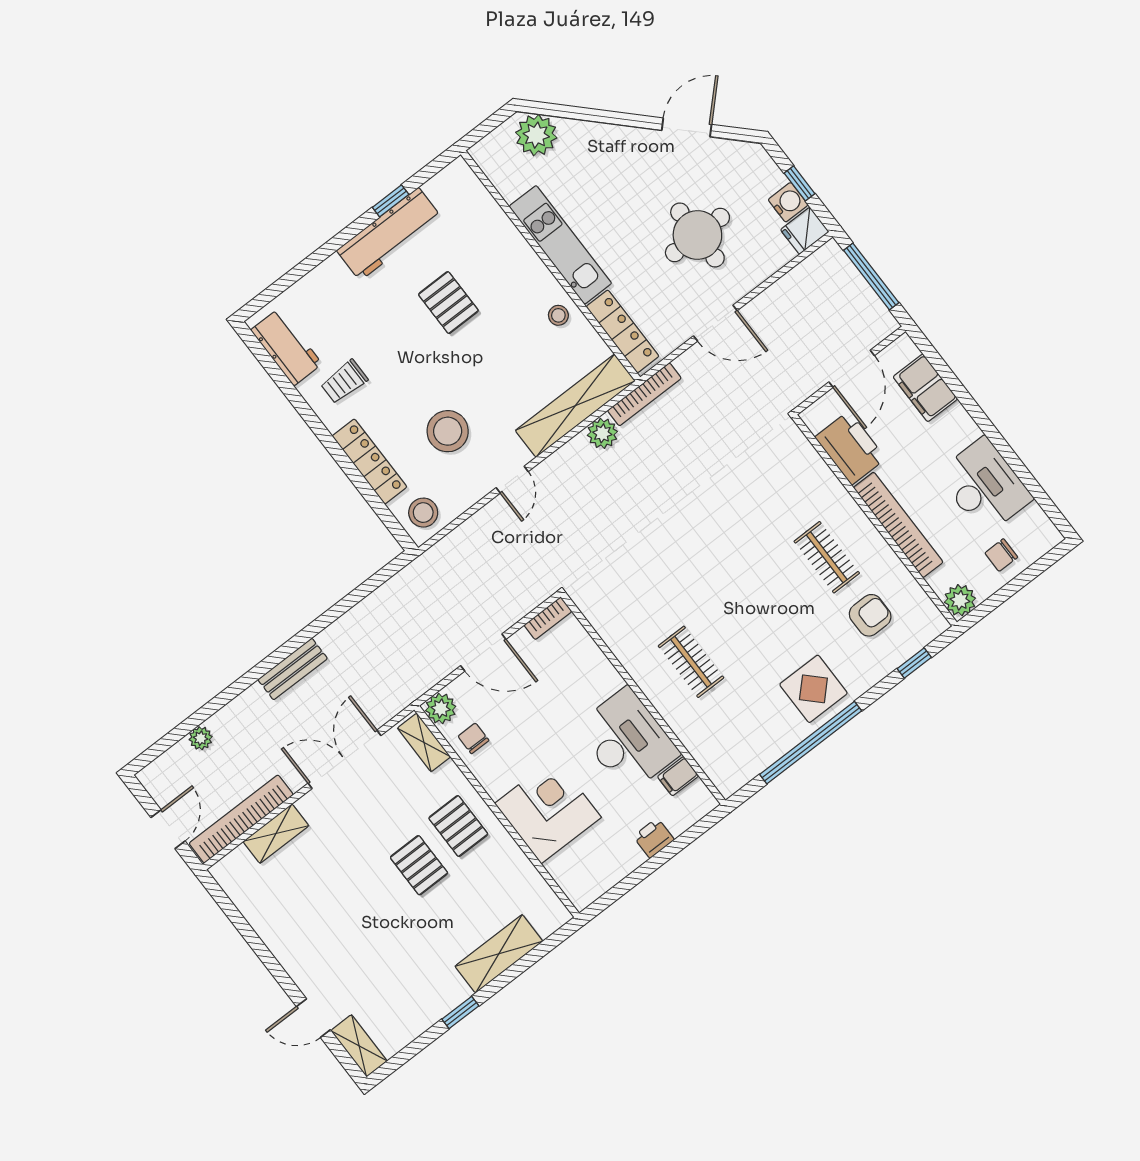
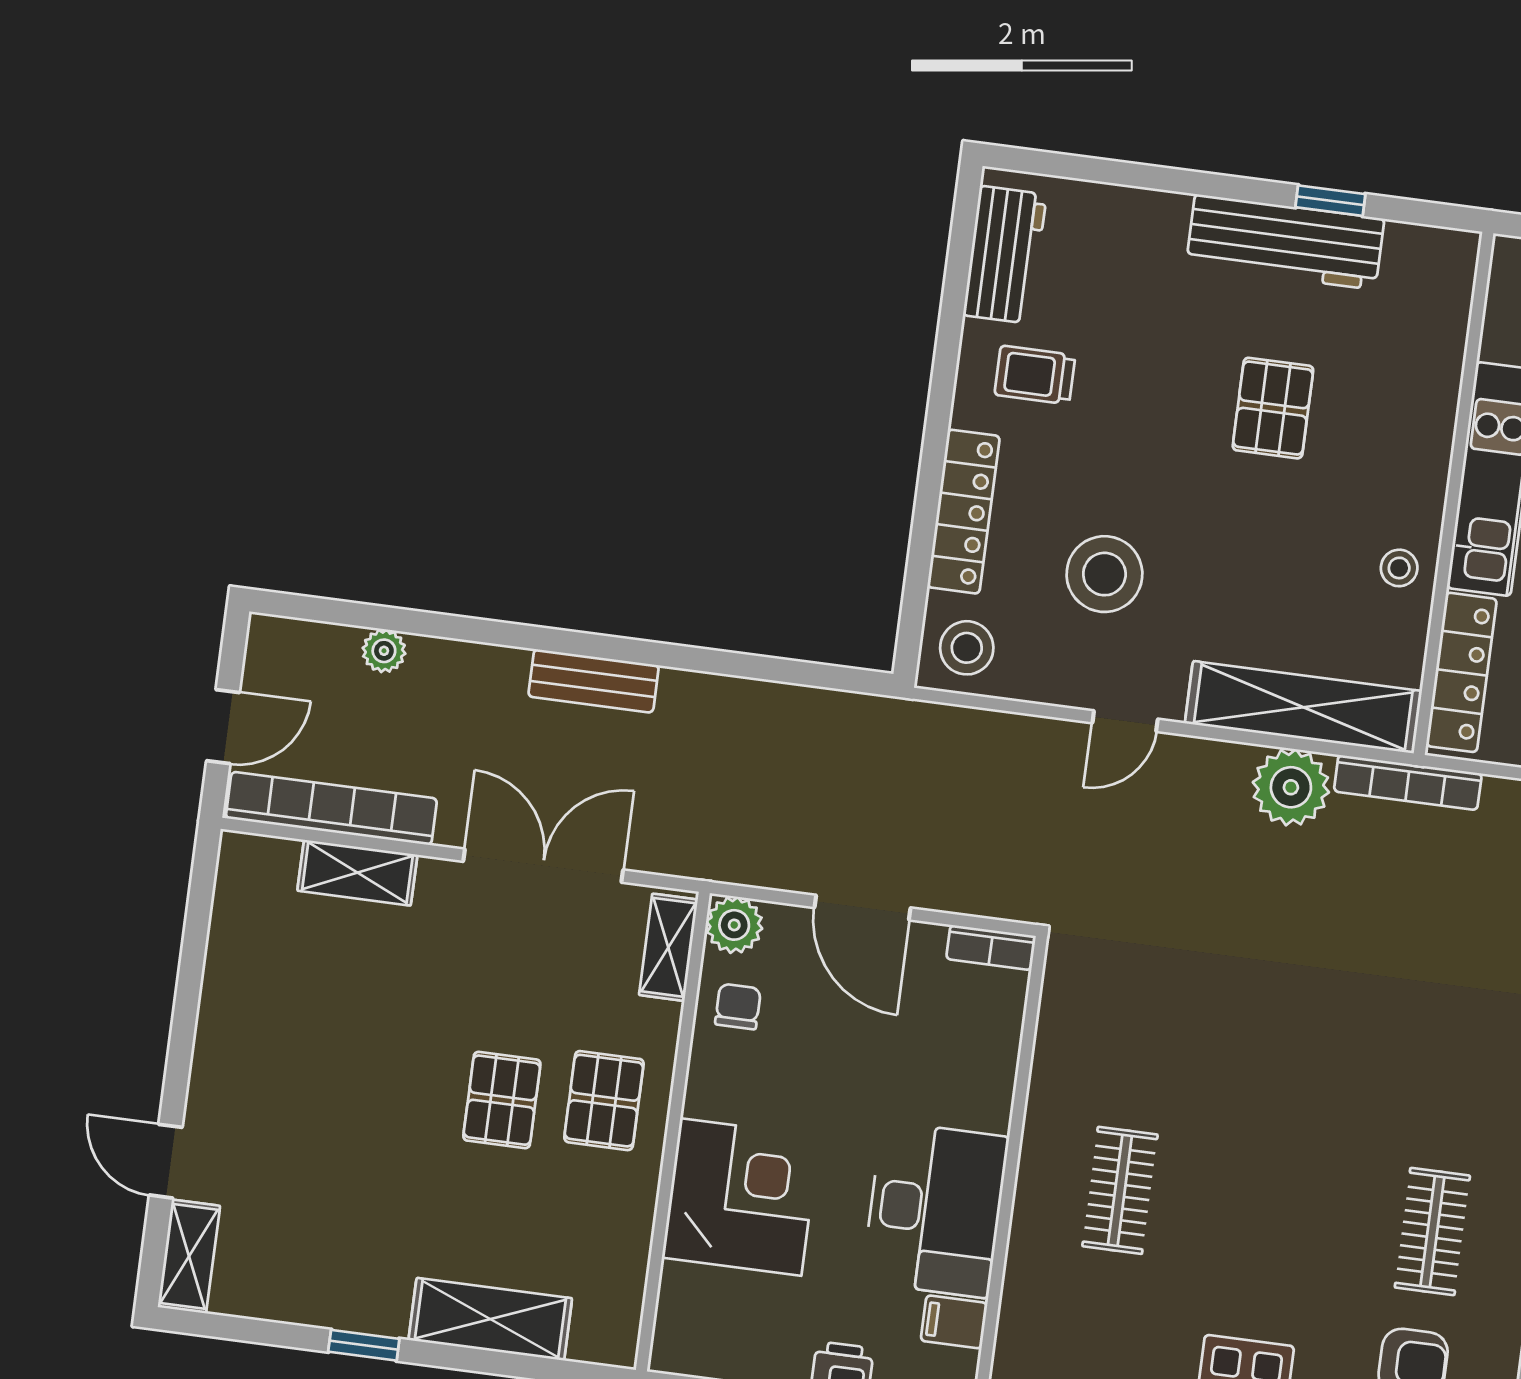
plant: (602, 433) -> (1291, 787), width x1.36, depth x1.36

